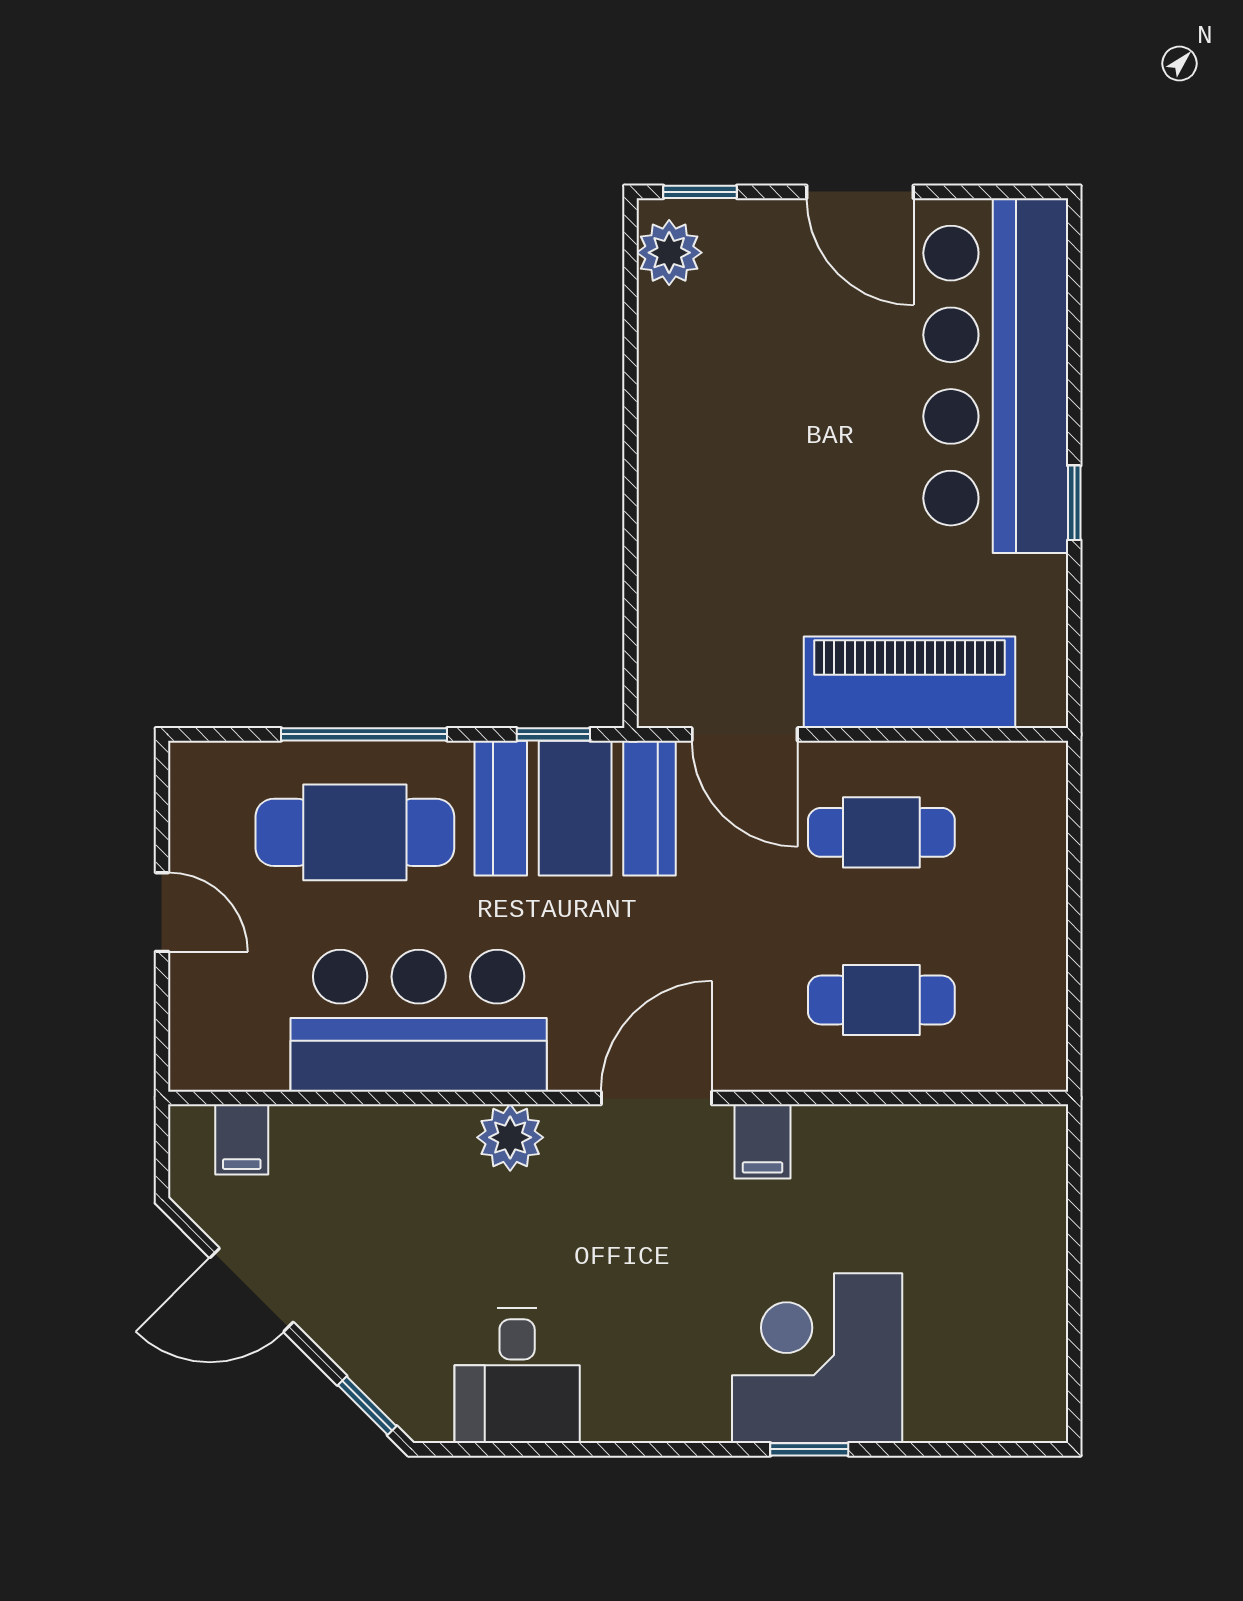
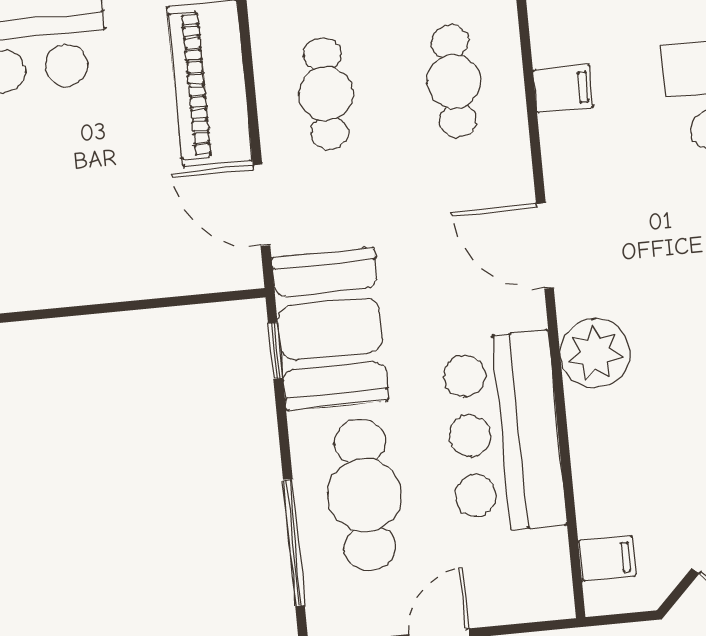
window: (364, 734) -> (294, 543), moved
door: (745, 734) -> (261, 205), swing flipped
plant: (510, 1137) -> (595, 353), width x1.36, depth x1.36
filing cabinet: (763, 1141) -> (563, 89), moved

